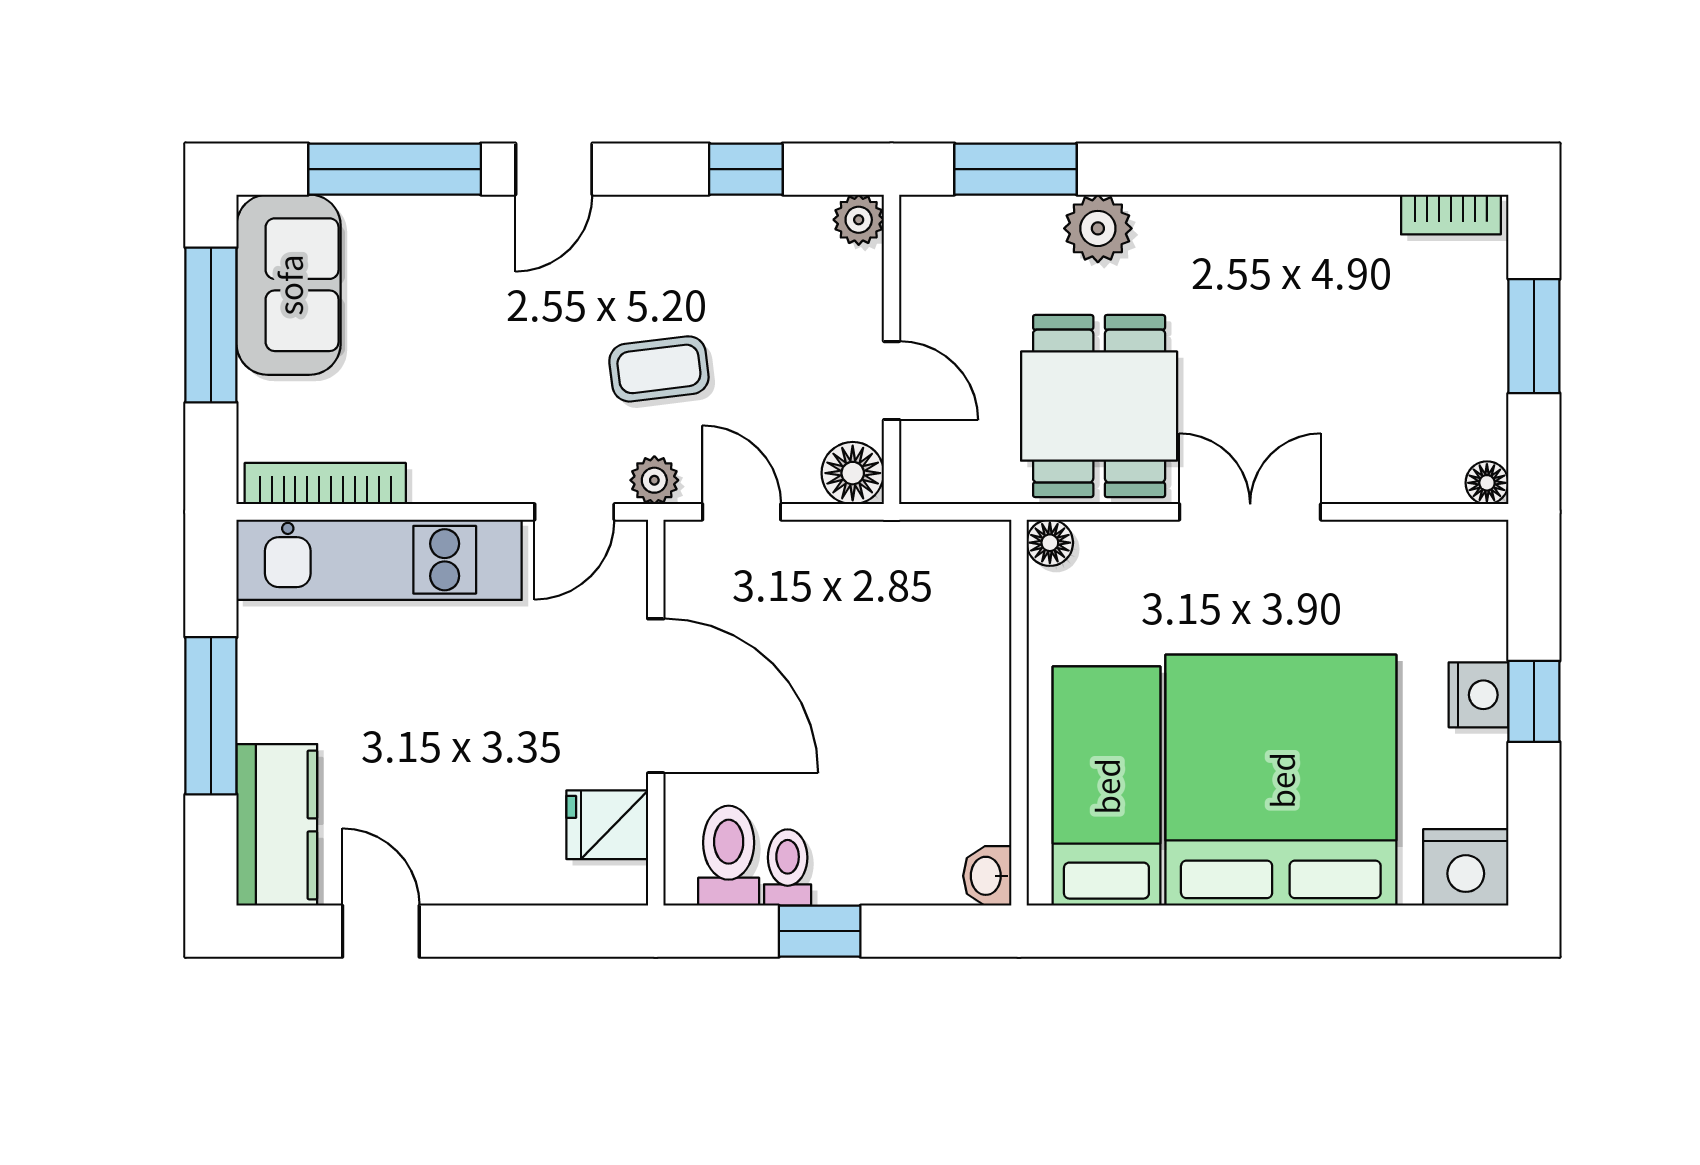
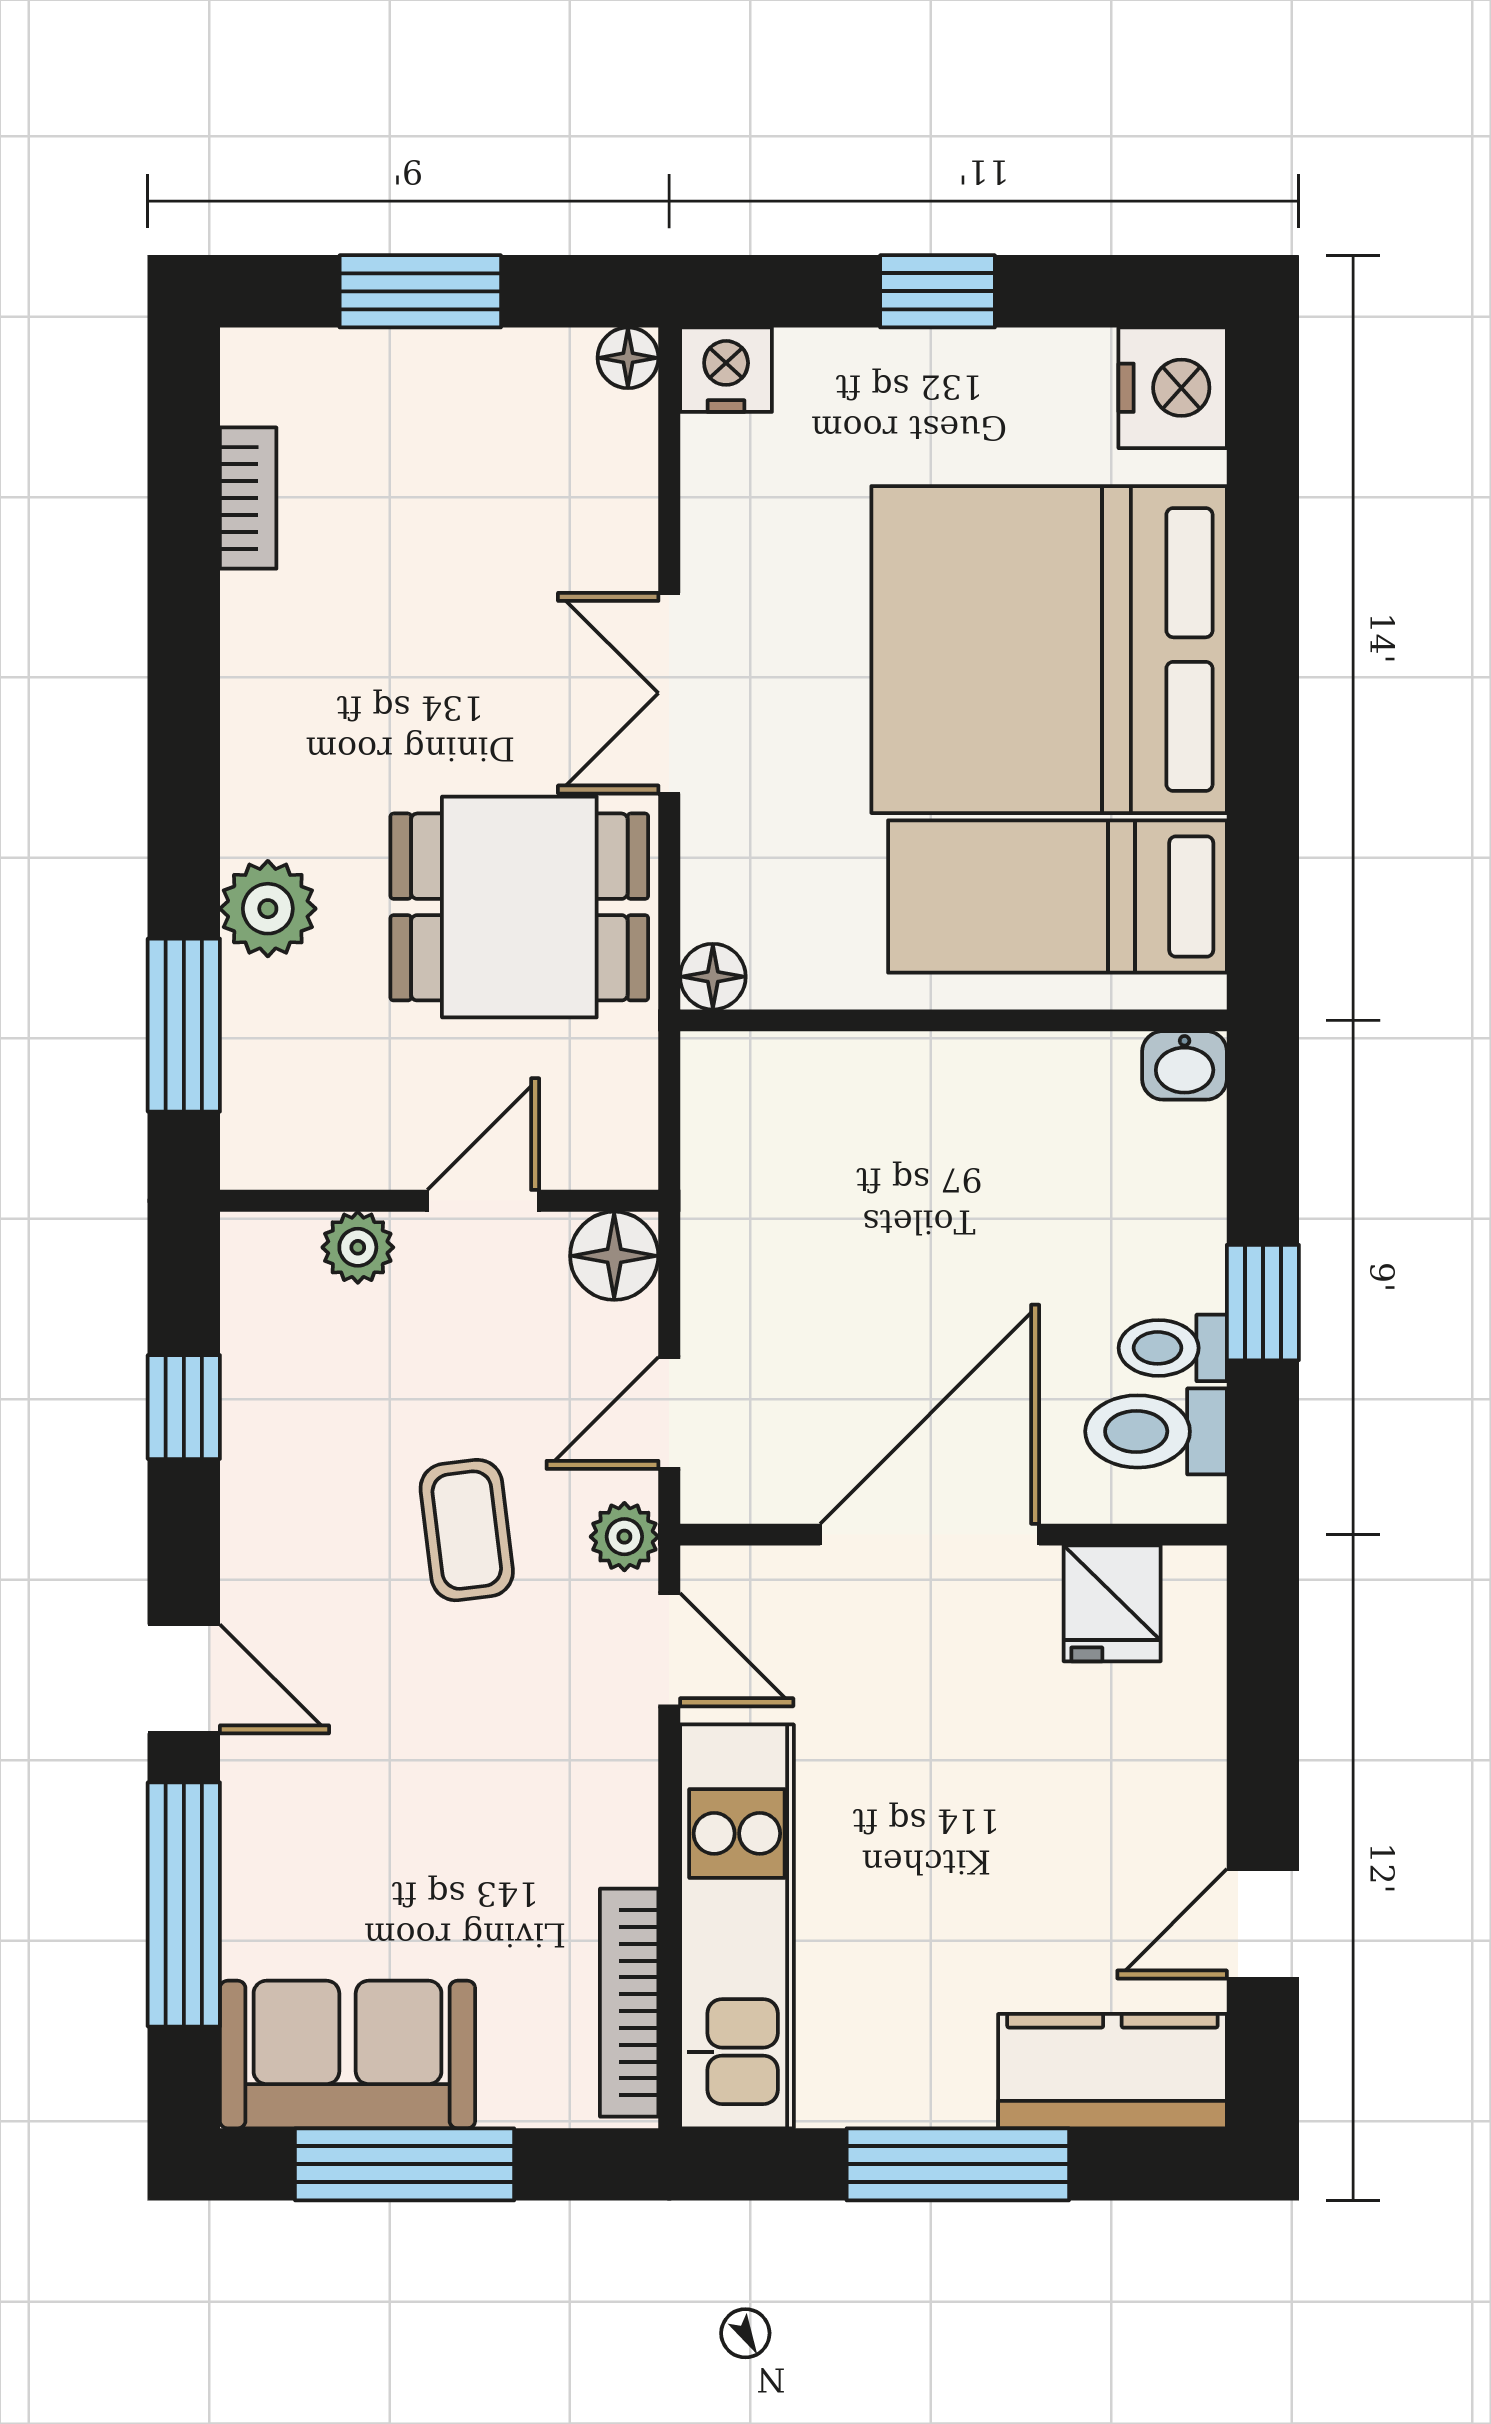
bookcase: (1451, 214) -> (248, 498), moved
plant: (859, 220) -> (358, 1247), moved
nightstand: (1479, 695) -> (726, 370), moved

